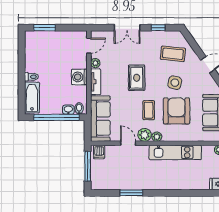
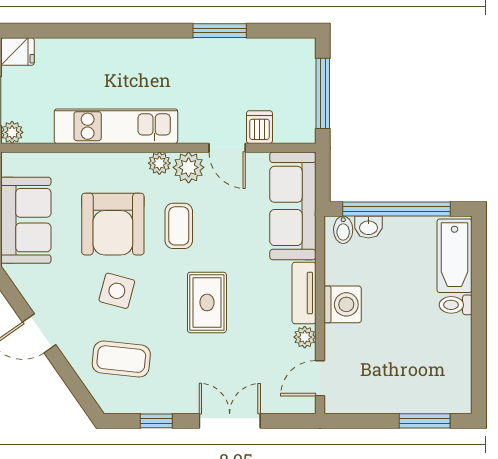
dishwasher: (99, 152) -> (259, 127), moved

